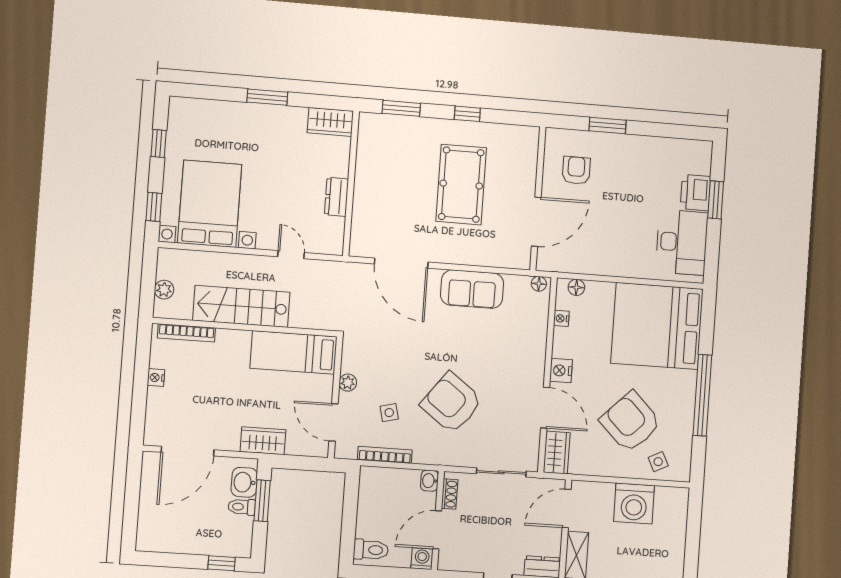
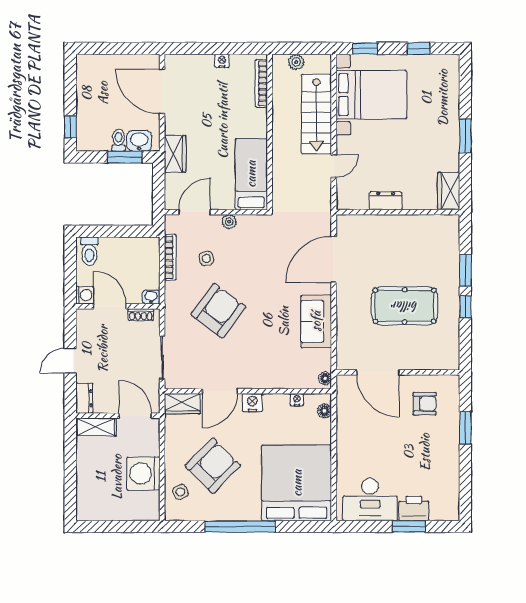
window: (401, 108) -> (465, 270), moved
stairs: (241, 306) -> (316, 114), moved, turned 180

